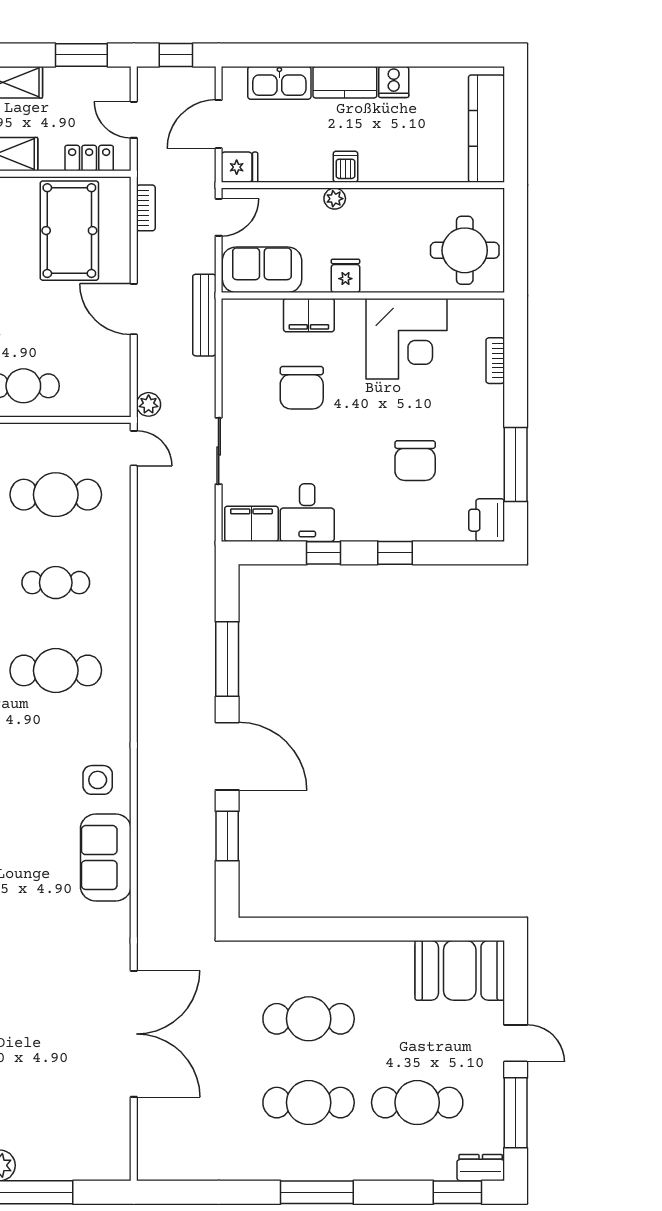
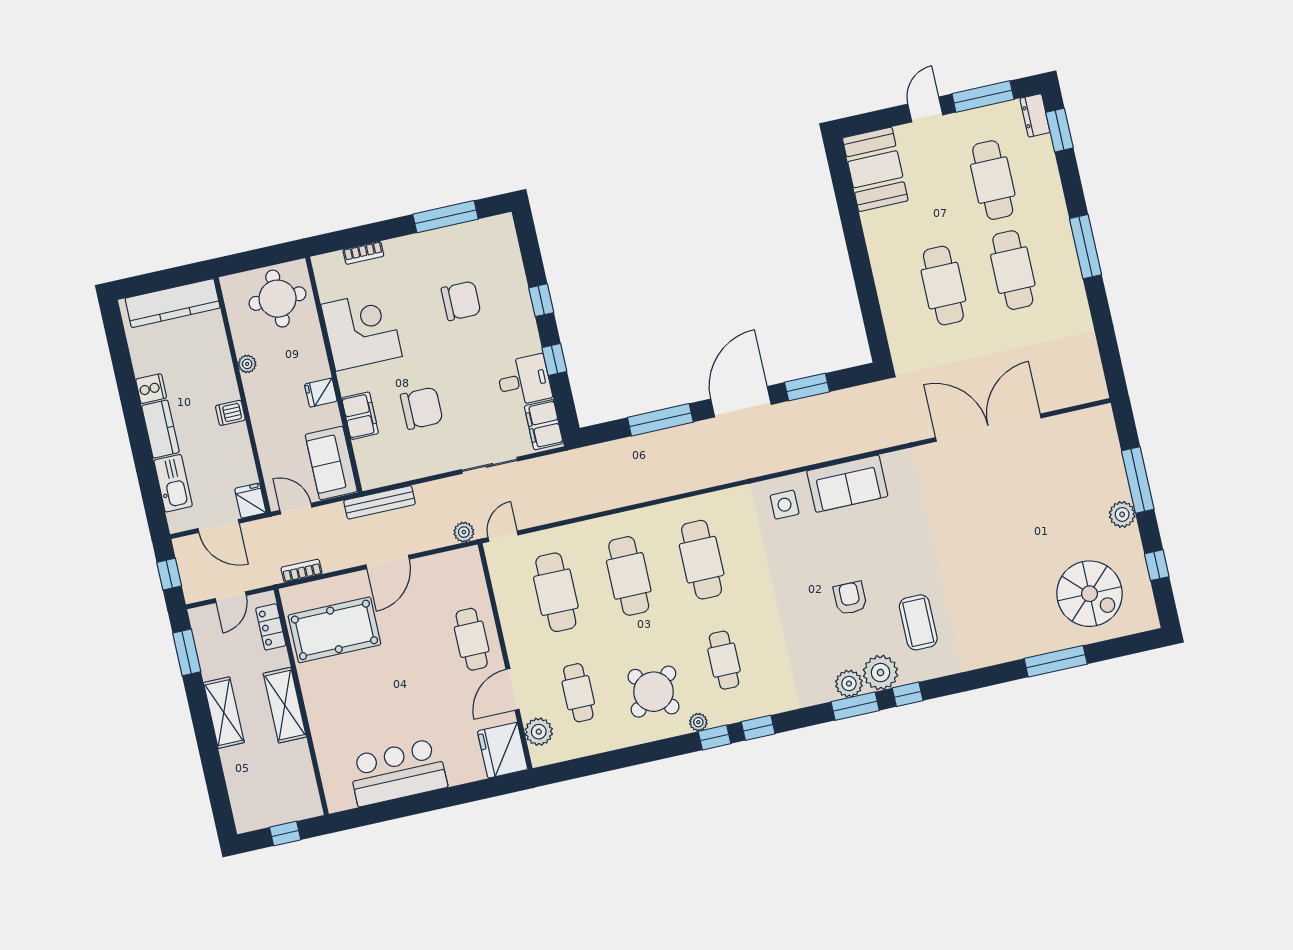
plant: (335, 199) -> (247, 364), moved
printer: (487, 520) -> (497, 230), removed
cafe table: (56, 583) -> (629, 576), width x1.37, depth x1.35

